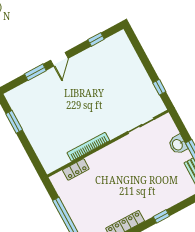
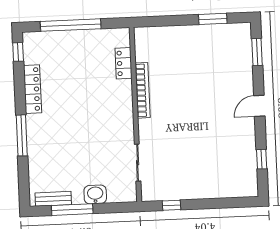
door: (59, 59) -> (259, 106), hinge flipped
window: (35, 72) -> (257, 52), moved
window: (161, 216) -> (22, 135), width x2.17

